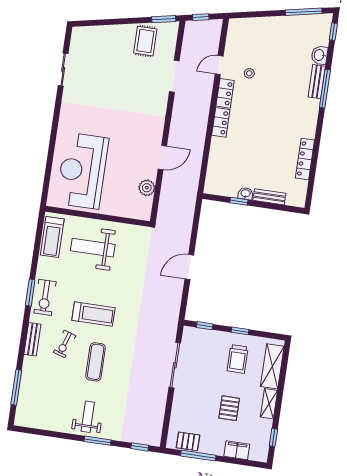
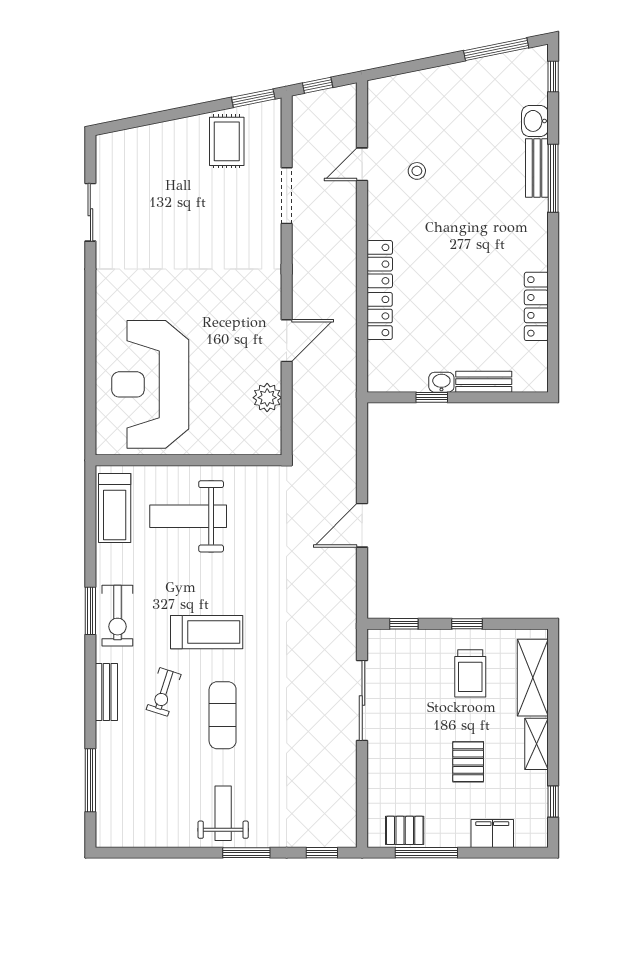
locker: (225, 93) -> (380, 316), moved

